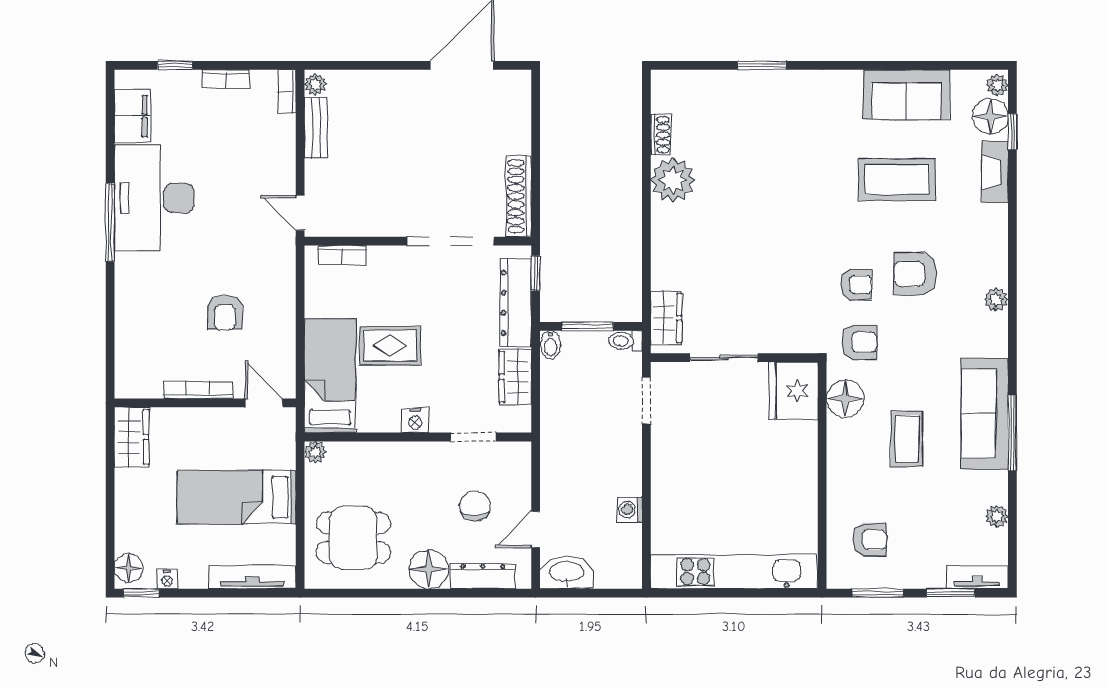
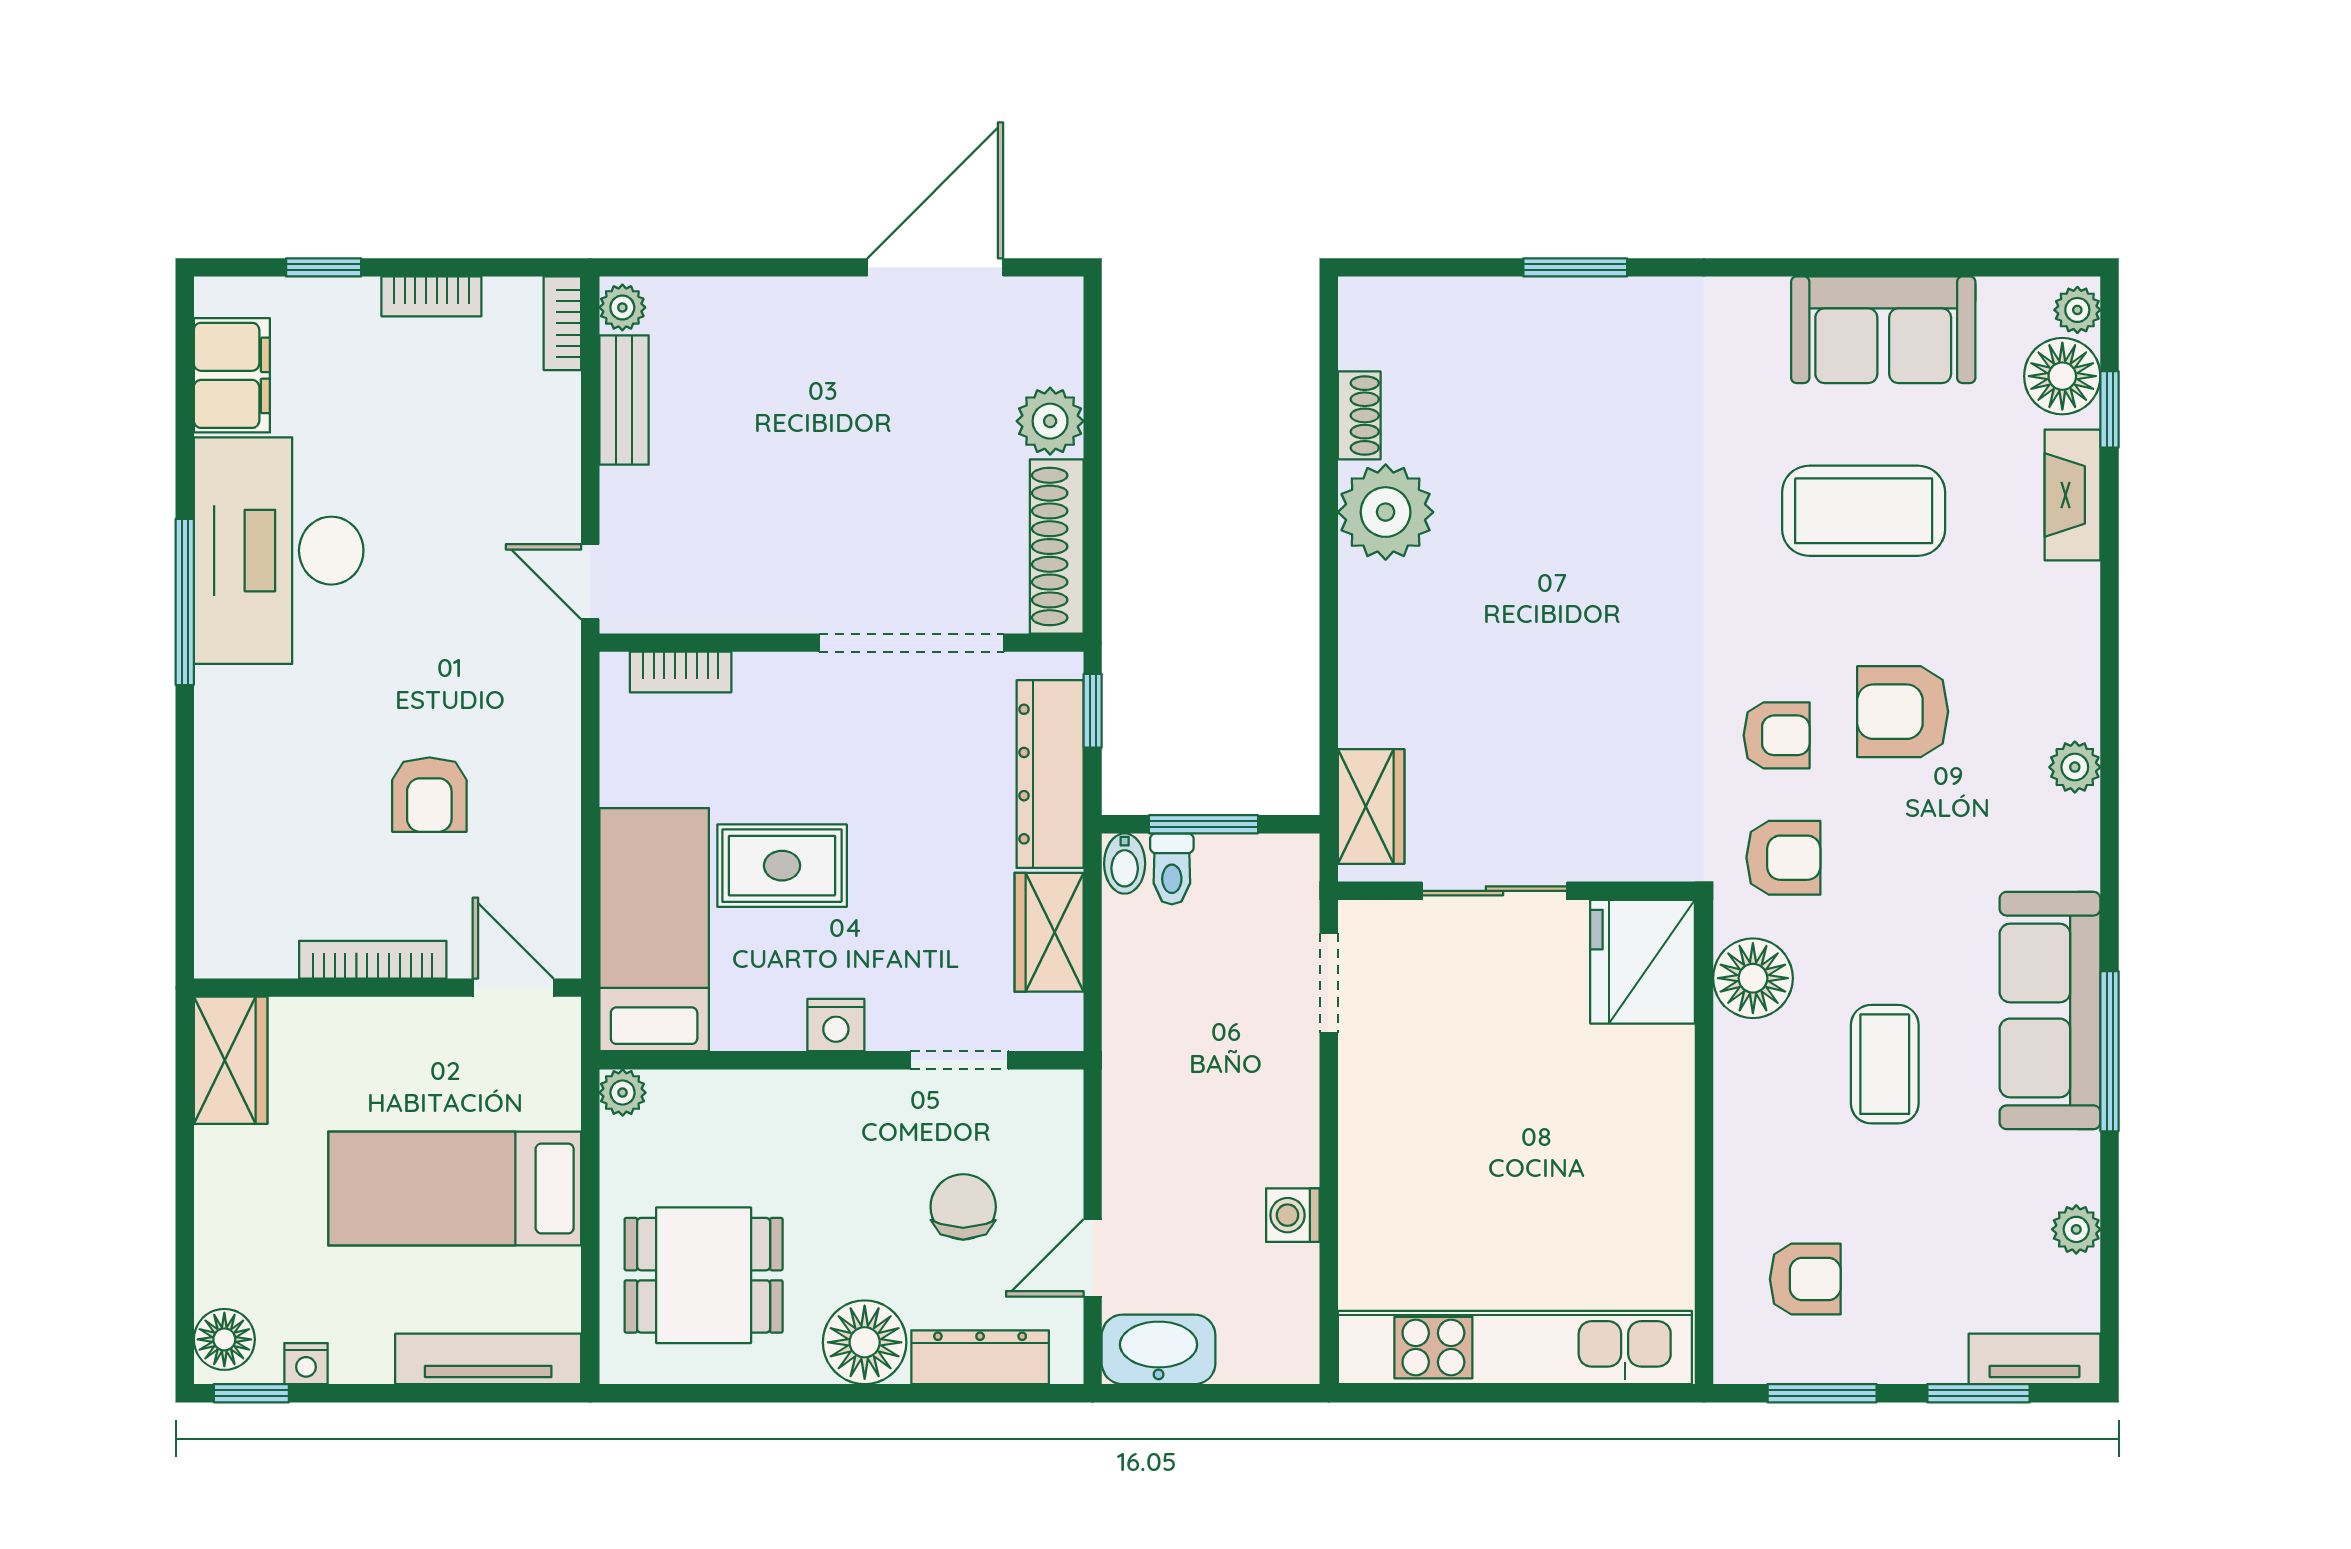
plant: (516, 137) -> (1050, 421), added
toilet: (625, 341) -> (1172, 869), moved, turned -90

